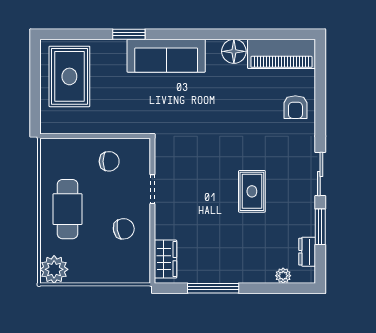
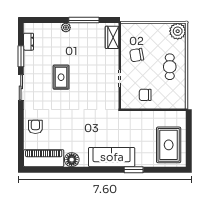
cafe table: (67, 209) -> (170, 67), width x0.73, depth x0.74
plant: (283, 276) -> (66, 28), moved

